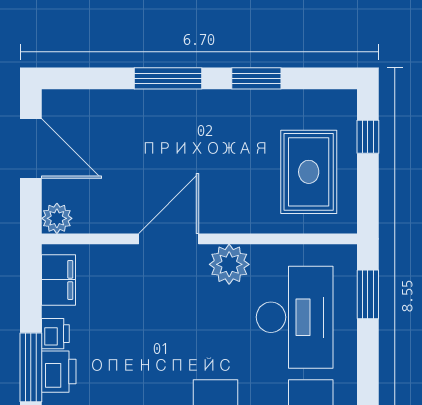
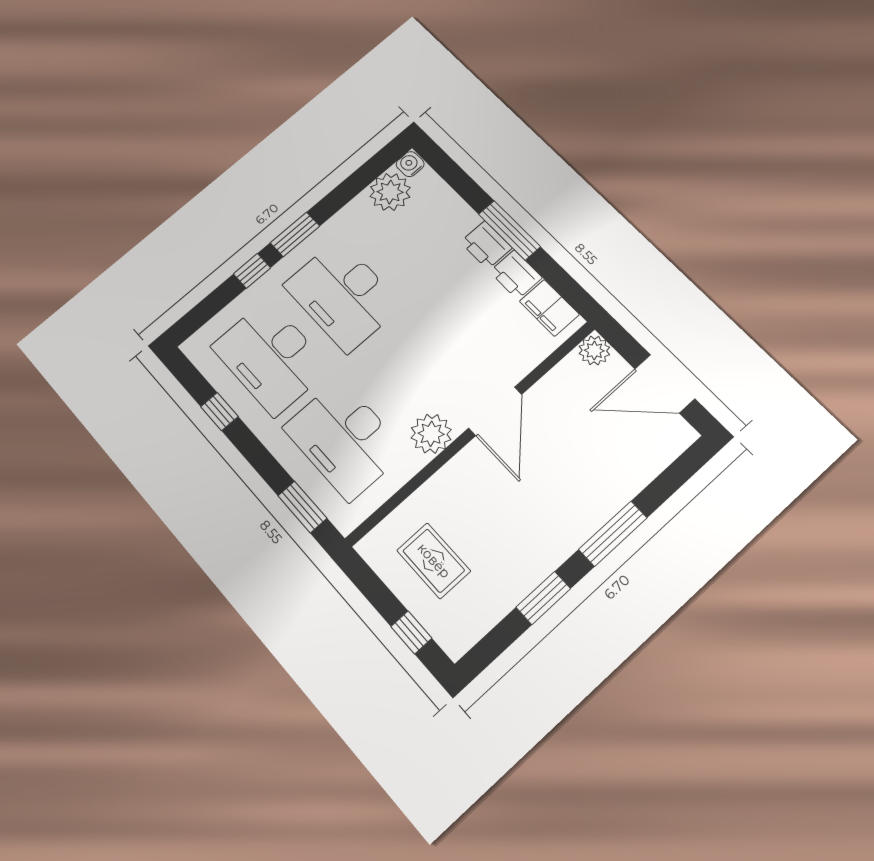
rug: (309, 172) -> (434, 561), width x0.73, depth x0.70
printer: (55, 334) -> (516, 275), width x1.36, depth x1.24

